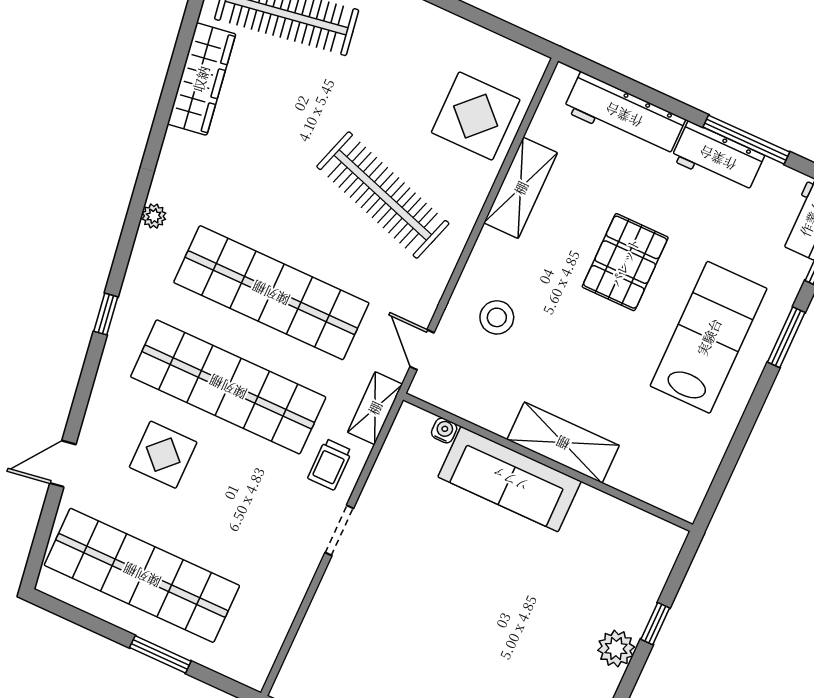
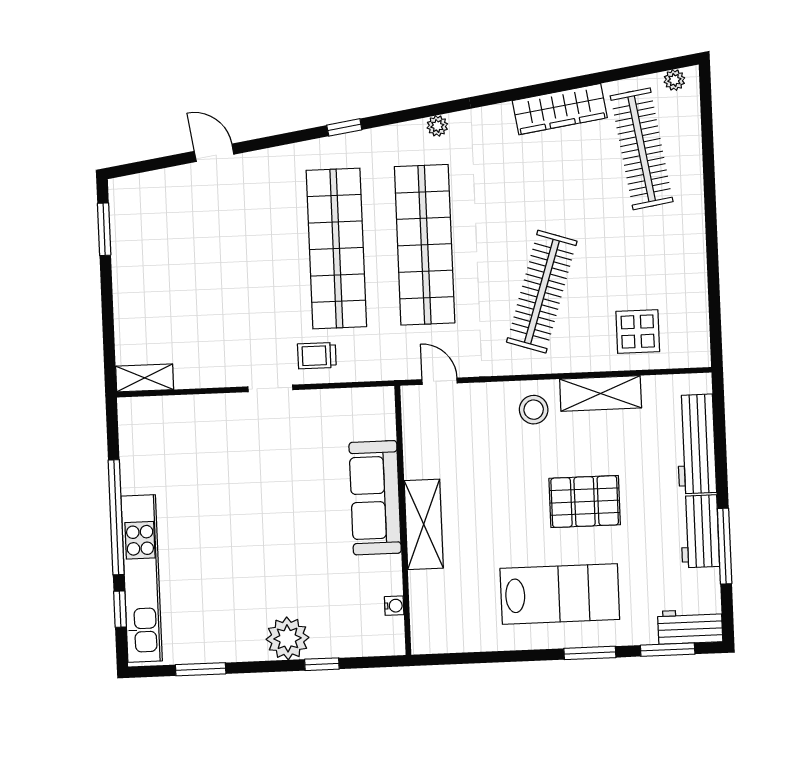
display table: (476, 116) -> (638, 332), width x0.73, depth x0.73
stool: (497, 317) -> (534, 410), moved
door: (422, 350) -> (440, 381), hinge flipped
shelving: (375, 408) -> (145, 378), moved
water cooler: (444, 430) -> (394, 606), moved
display table: (163, 455) -> (260, 225), removed
shop shelf: (142, 575) -> (160, 256), removed
plant: (616, 649) -> (288, 638), width x1.36, depth x1.36
window: (160, 654) -> (104, 229), moved

